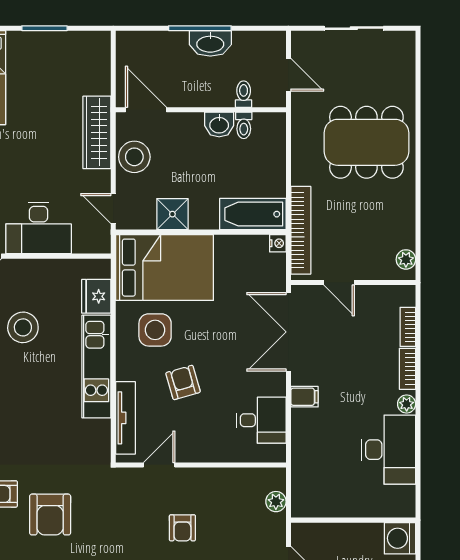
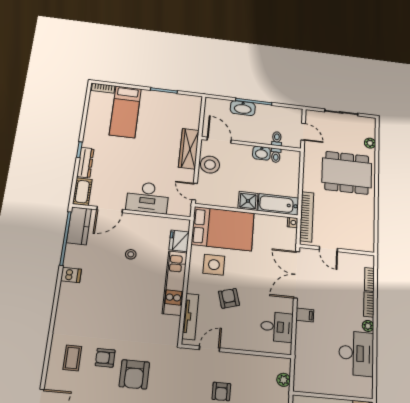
washbasin: (210, 43) -> (243, 108), moved
shower: (172, 214) -> (248, 201), moved
plant: (406, 259) -> (370, 143), moved
stool: (23, 327) -> (131, 254), width x0.53, depth x0.53

